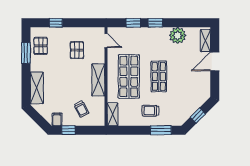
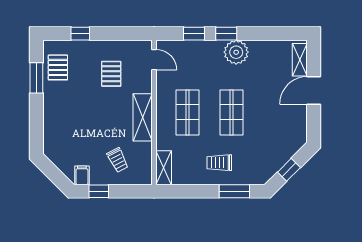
plant: (178, 36) -> (236, 52), moved
shop shelf: (129, 76) -> (187, 112), width x0.70, depth x0.74
shelving: (37, 88) -> (52, 129), removed

